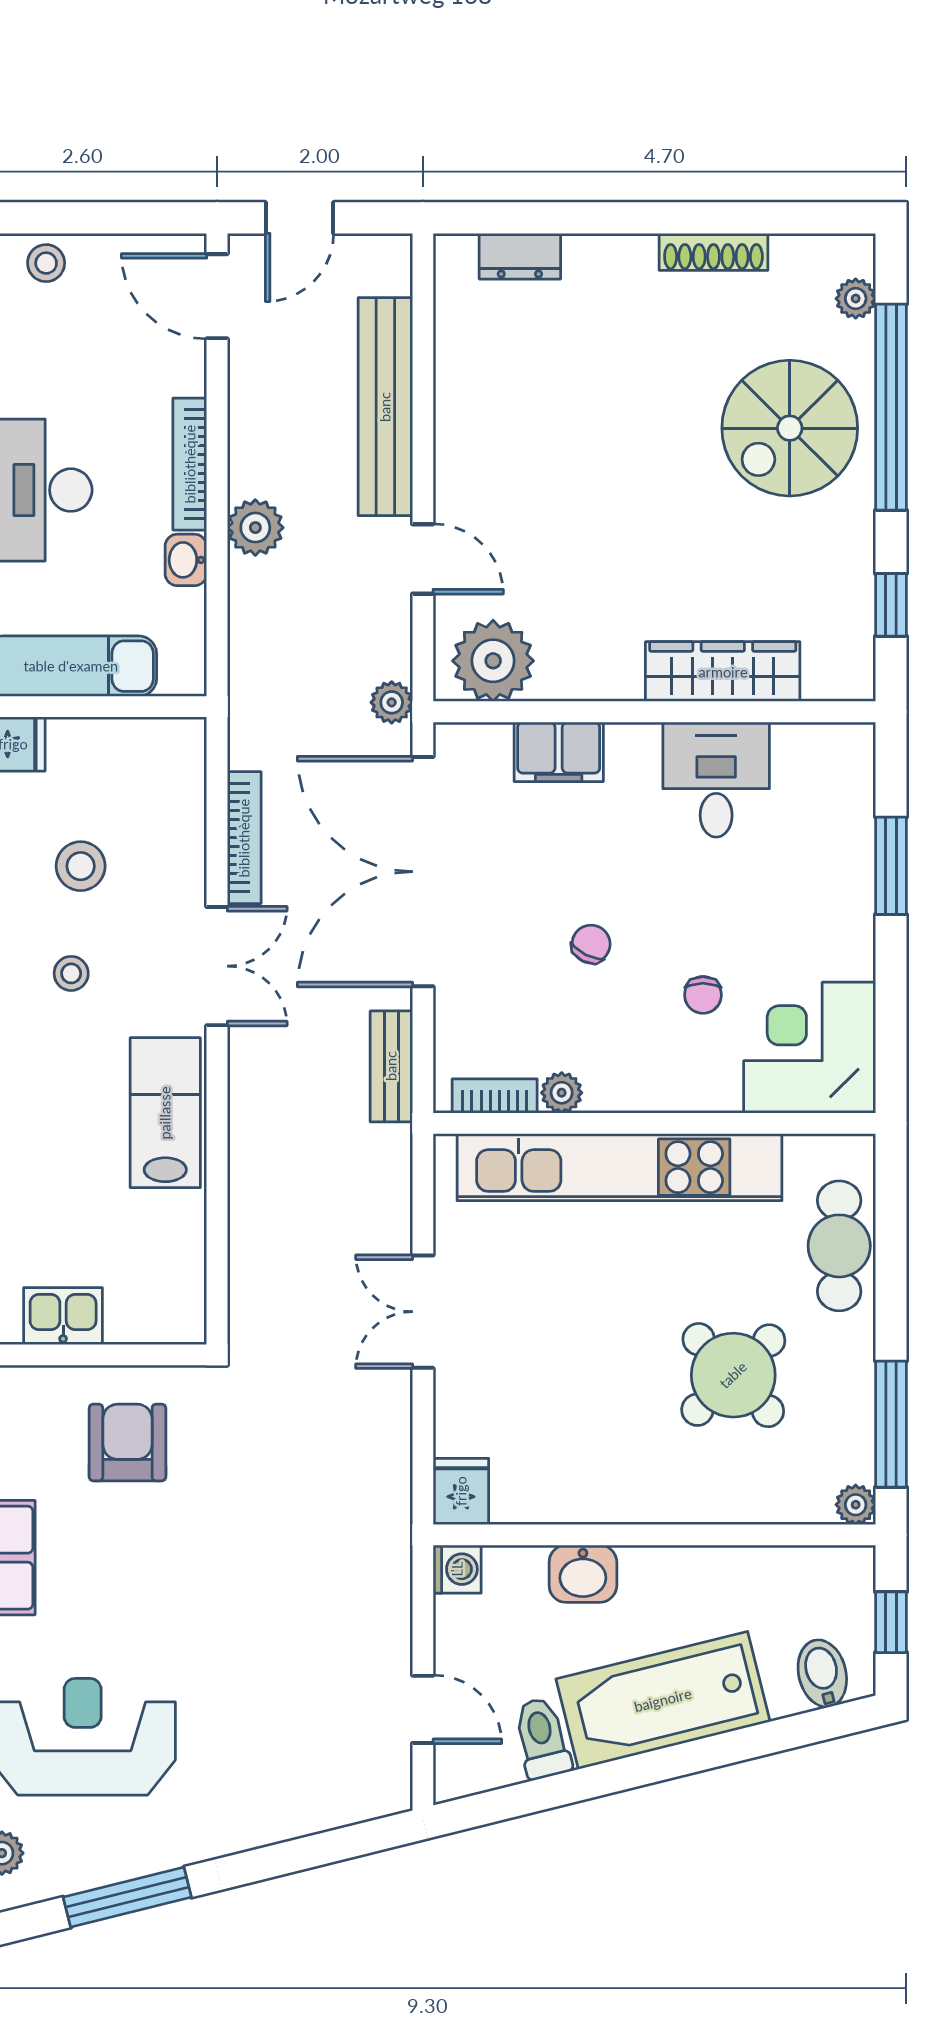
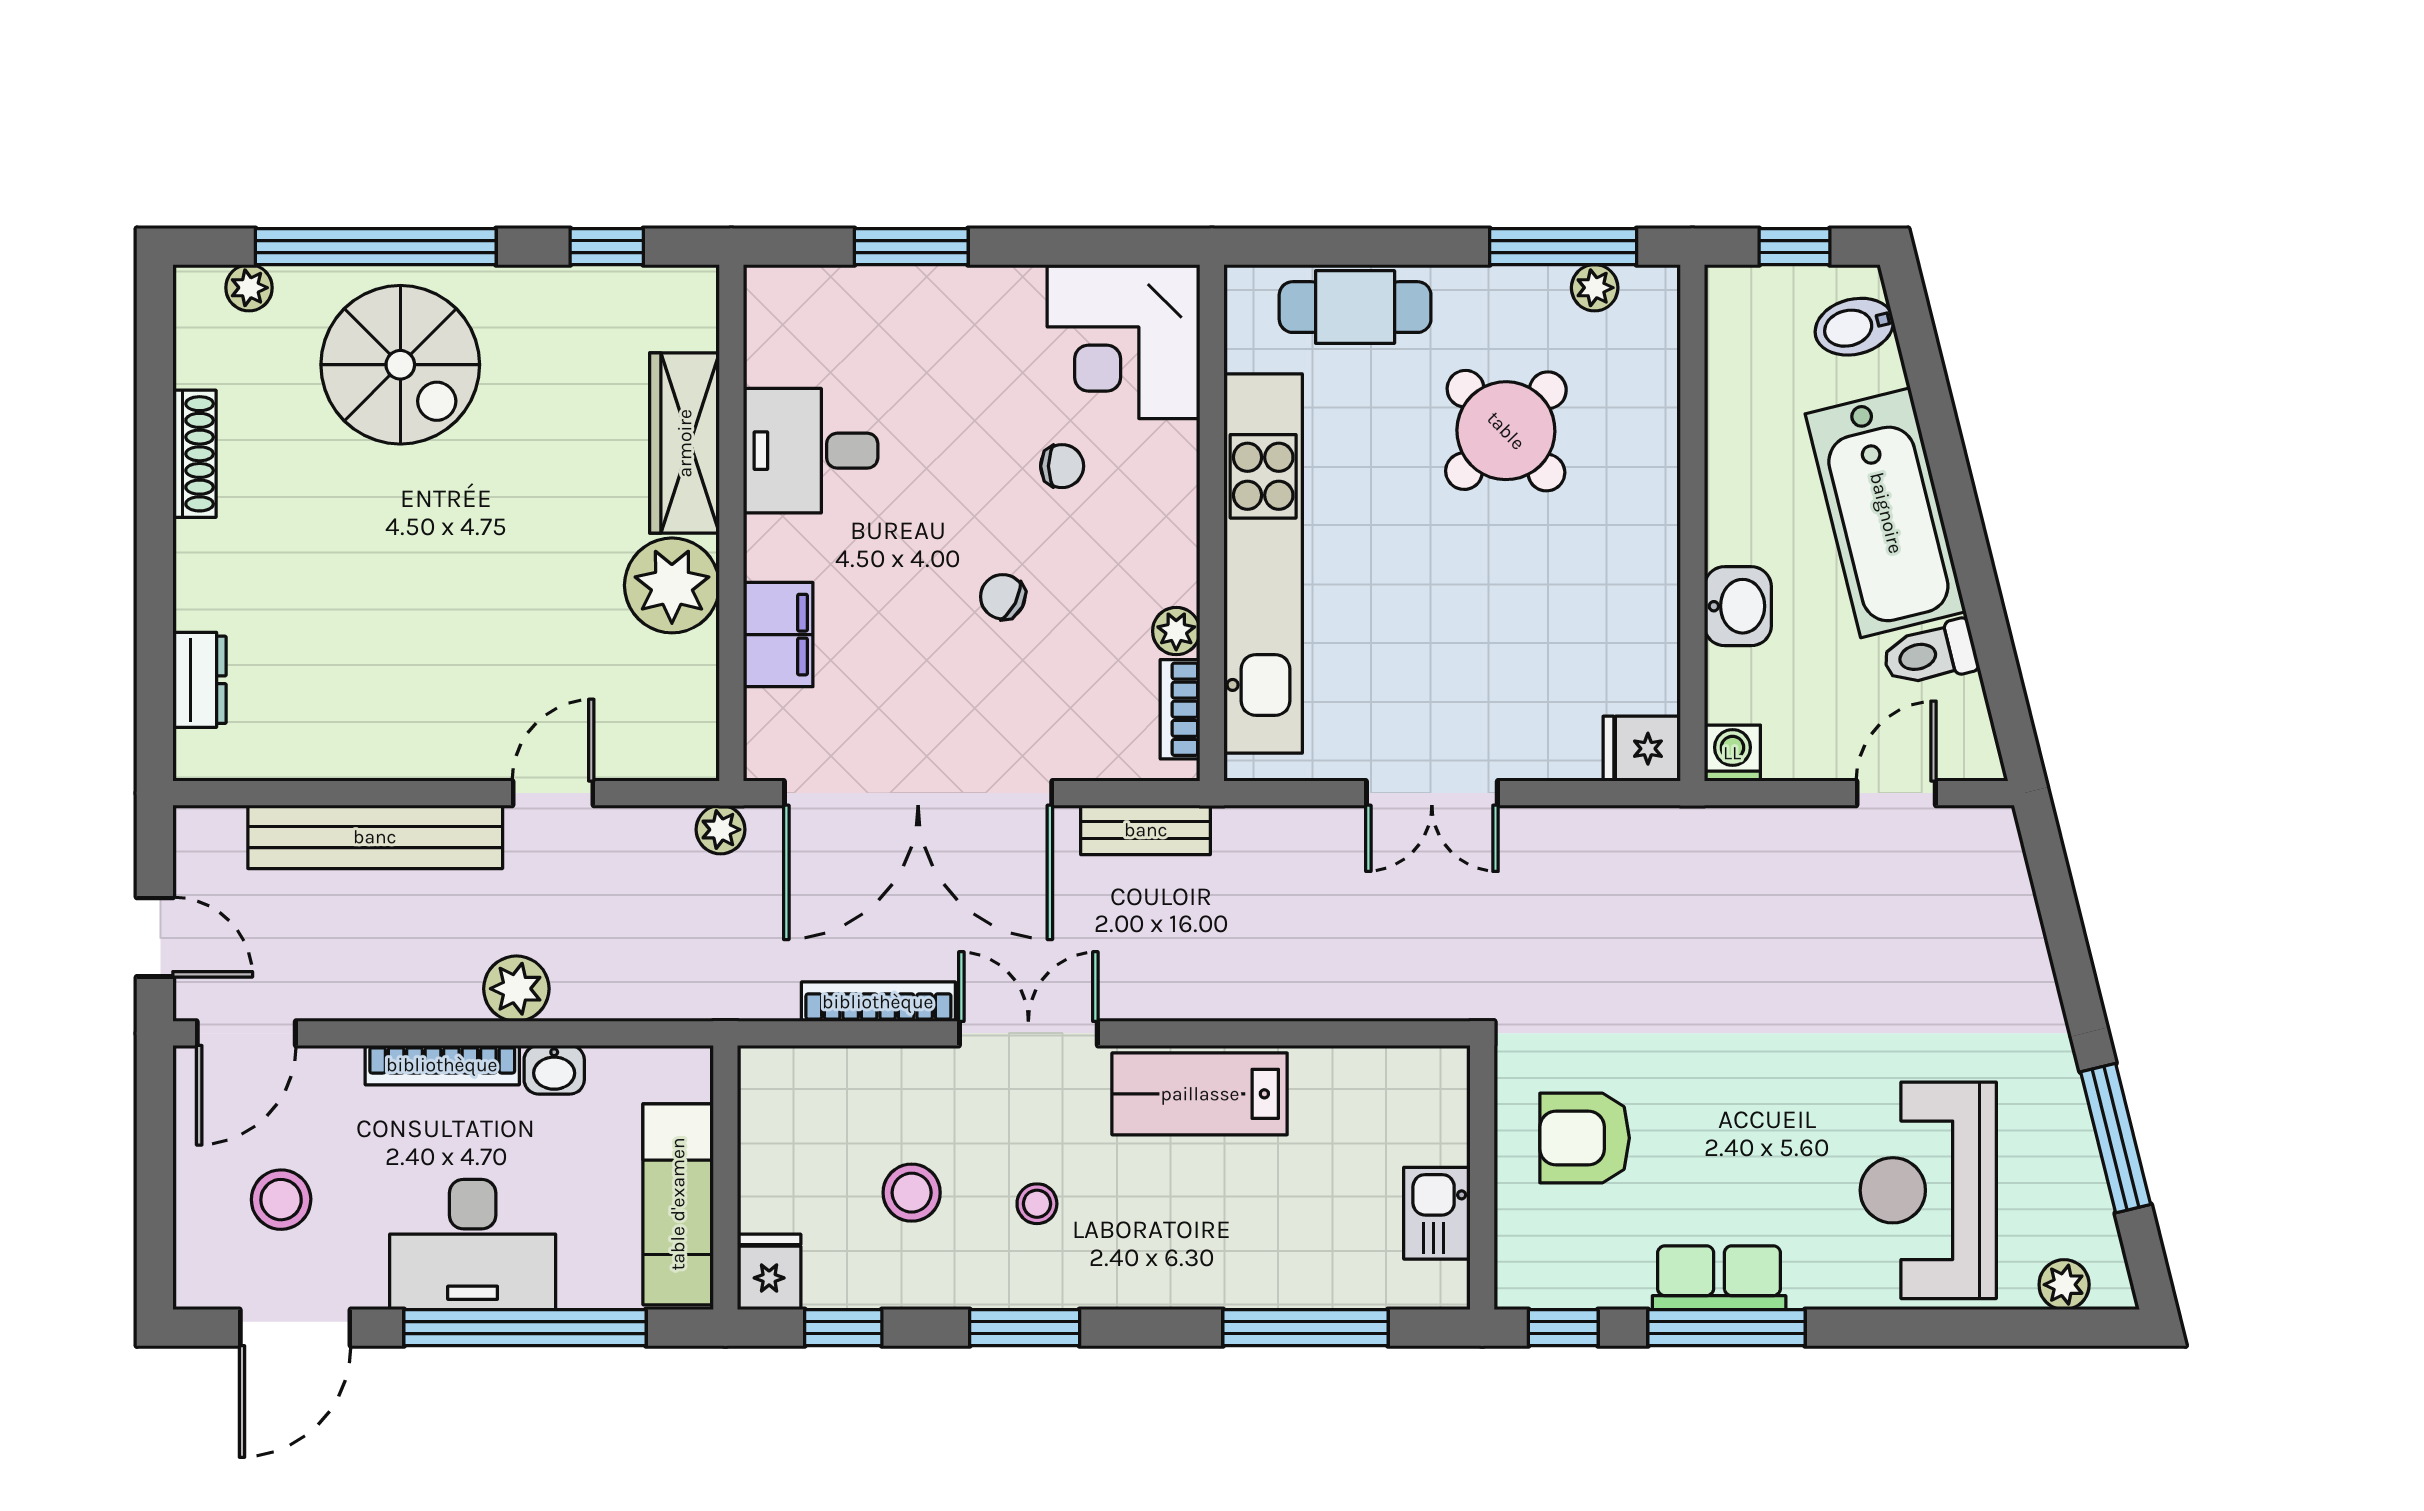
stool: (46, 263) -> (281, 1200), moved, width x1.37, depth x1.37
plant: (493, 661) -> (672, 585), moved
plant: (856, 1505) -> (1595, 288), moved

